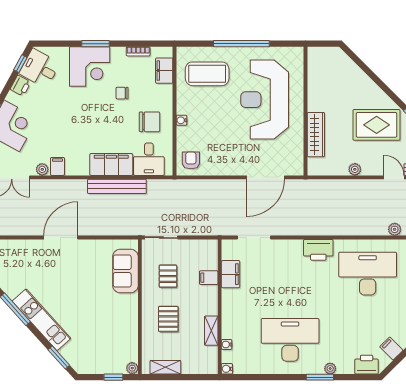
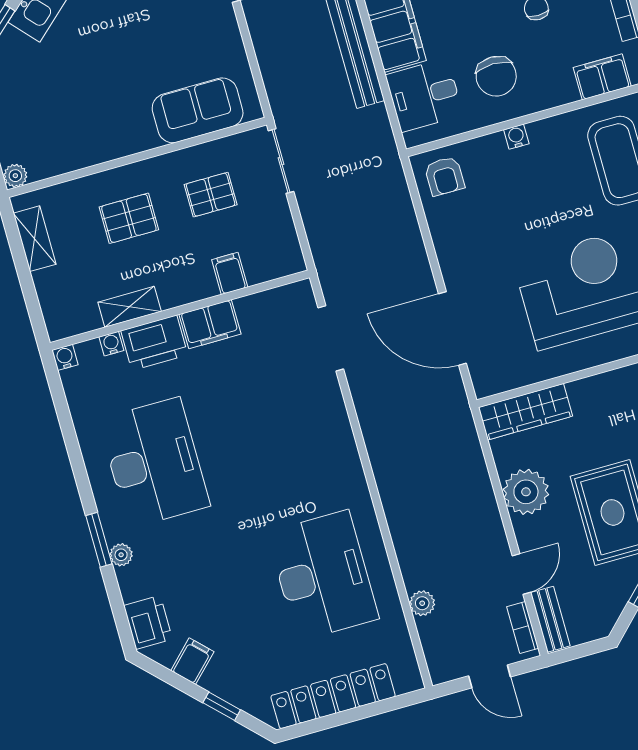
wardrobe: (316, 135) -> (525, 412), moved
armchair: (191, 160) -> (445, 176), turned 90
plant: (355, 169) -> (526, 492), width x1.87, depth x1.87
printer: (318, 250) -> (154, 343), moved, turned -90
filing cabinet: (231, 274) -> (210, 324), moved

